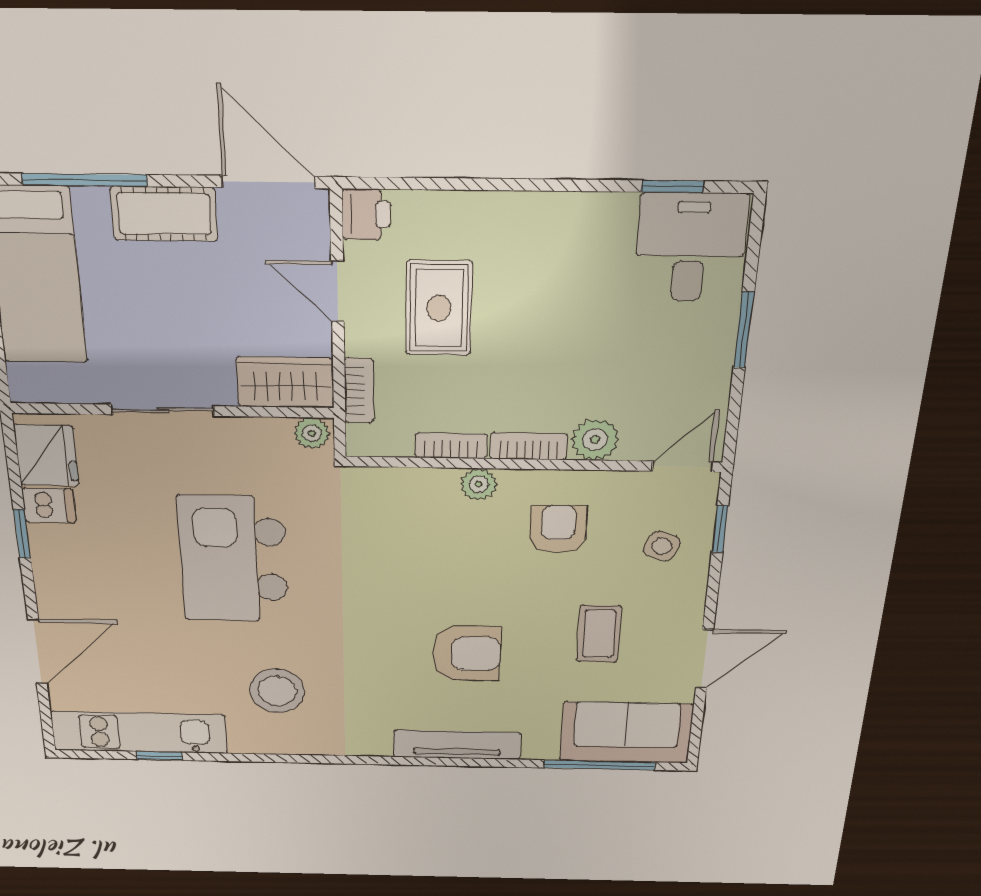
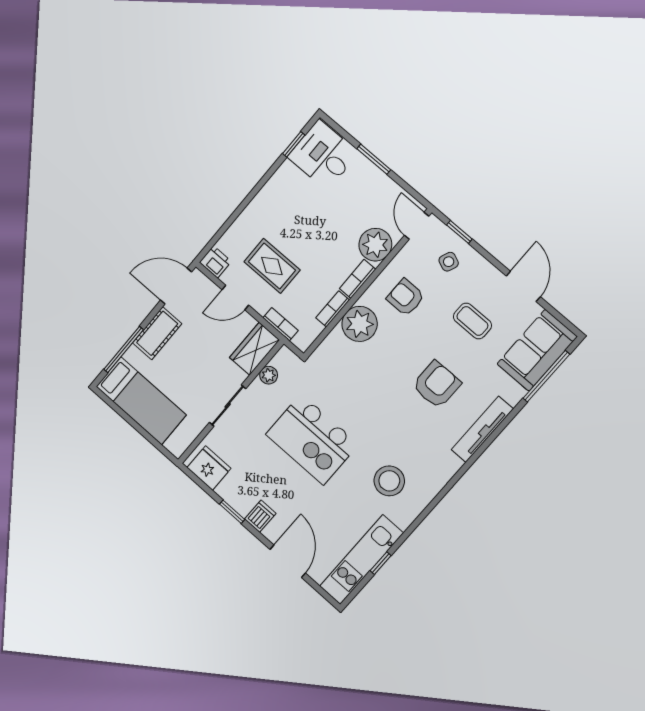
plant: (312, 433) -> (269, 375), moved
plant: (595, 440) -> (375, 245), width x1.36, depth x1.36
plant: (479, 484) -> (360, 324), width x1.87, depth x1.87
dishwasher: (49, 505) -> (260, 516), moved

